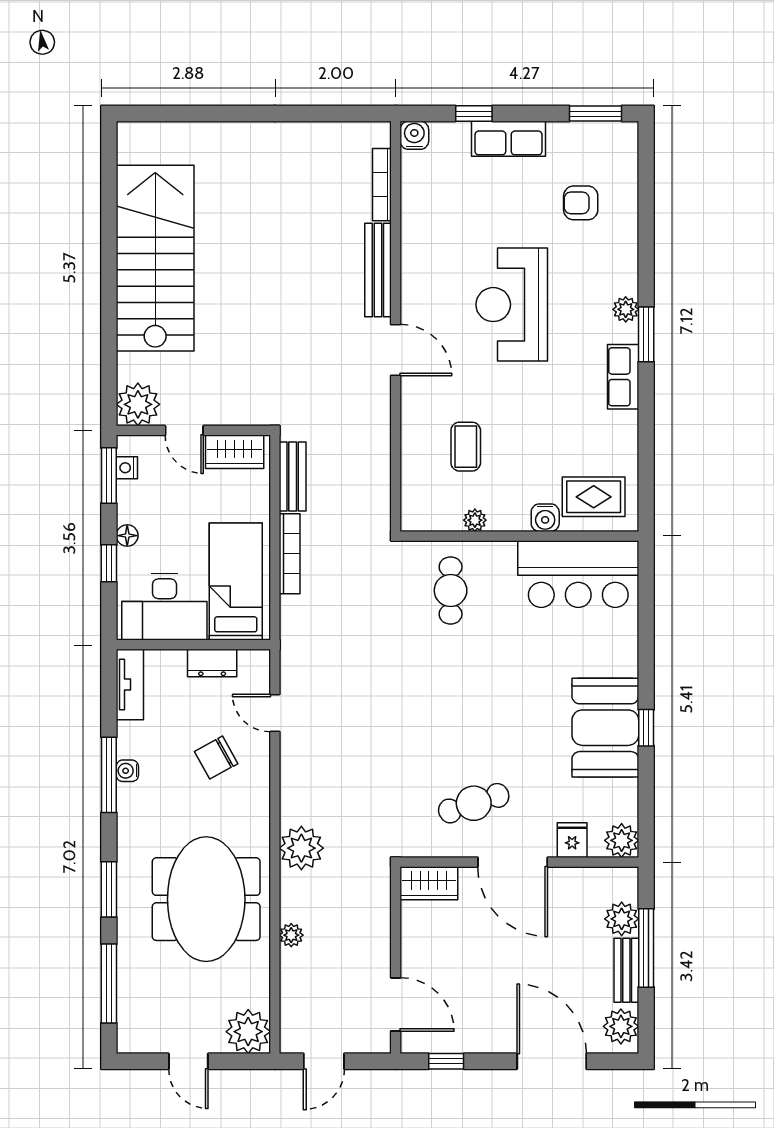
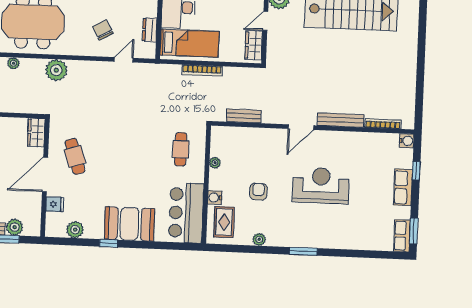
armchair: (581, 203) -> (258, 192), moved
plant: (626, 309) -> (259, 239), moved
row of seats: (623, 377) -> (402, 236), moved, turned -90
coffee table: (466, 447) -> (252, 160), removed
bench: (293, 477) -> (244, 116), moved
cafe table: (451, 590) -> (181, 149), turned 90
booth: (605, 728) -> (129, 224), moved
plant: (622, 840) -> (75, 230), moved

